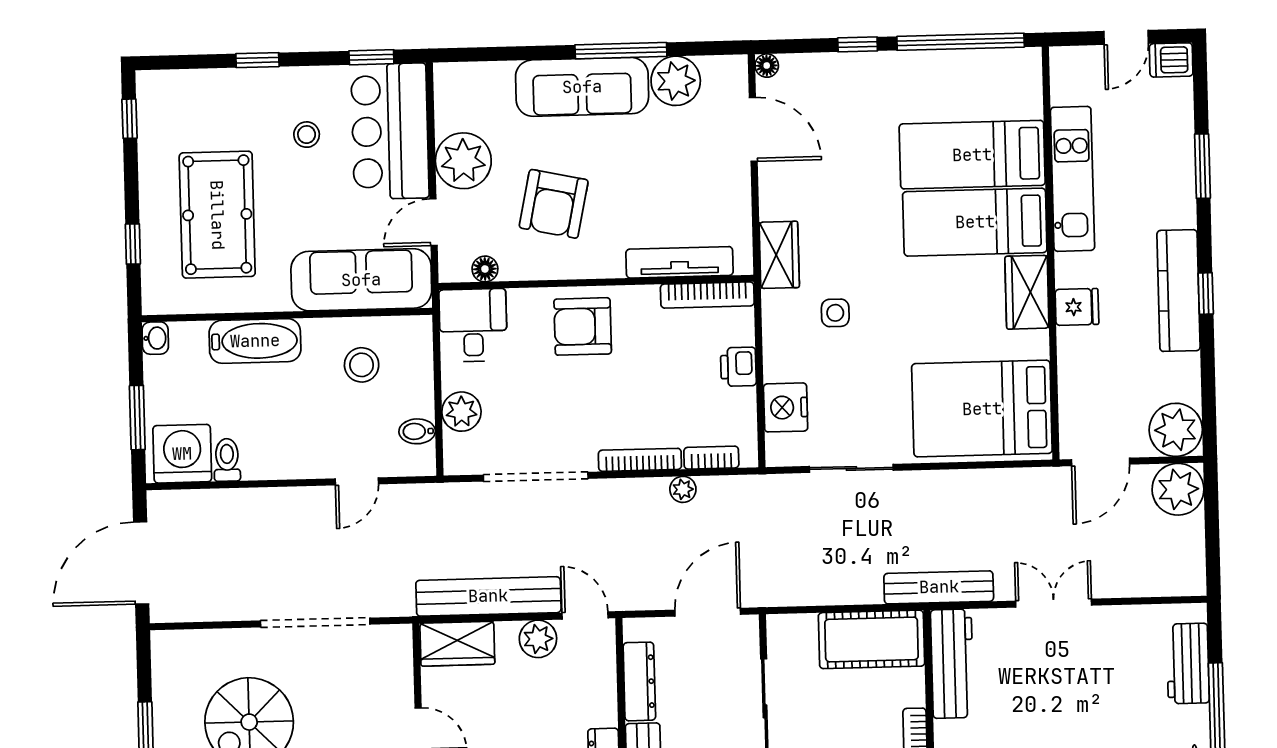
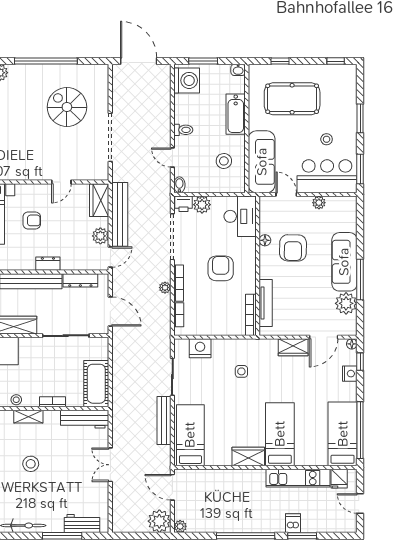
window: (858, 44) -> (360, 362), moved
window: (371, 57) -> (360, 169), width x1.50
window: (257, 60) -> (360, 118), width x1.50
dishwasher: (1171, 60) -> (293, 523), moved
nightstand: (834, 68) -> (350, 374), added
bed: (972, 155) -> (343, 434), moved
plant: (463, 161) -> (319, 203), width x0.53, depth x0.53
armchair: (554, 204) -> (293, 248), turned -101
wardrobe: (779, 255) -> (293, 347), moved
floor lamp: (485, 269) -> (265, 240), moved
kitchen counter: (1179, 291) -> (247, 524), removed
window: (1206, 293) -> (246, 536), width x3.17
fridge: (1077, 307) -> (339, 479), moved
desk: (473, 325) -> (240, 216), width x1.37
armchair: (583, 326) -> (221, 268), moved
printer: (738, 367) -> (184, 204), moved, turned 180
bed: (982, 409) -> (190, 435), width x0.67
plant: (1176, 430) -> (180, 526), width x0.53, depth x0.53
bidet: (417, 431) -> (179, 185), moved
toilet: (227, 460) -> (183, 130), moved
plant: (683, 489) -> (165, 288), moved
bench: (939, 587) -> (164, 420), moved
double door: (1054, 603) -> (110, 465), swing flipped

